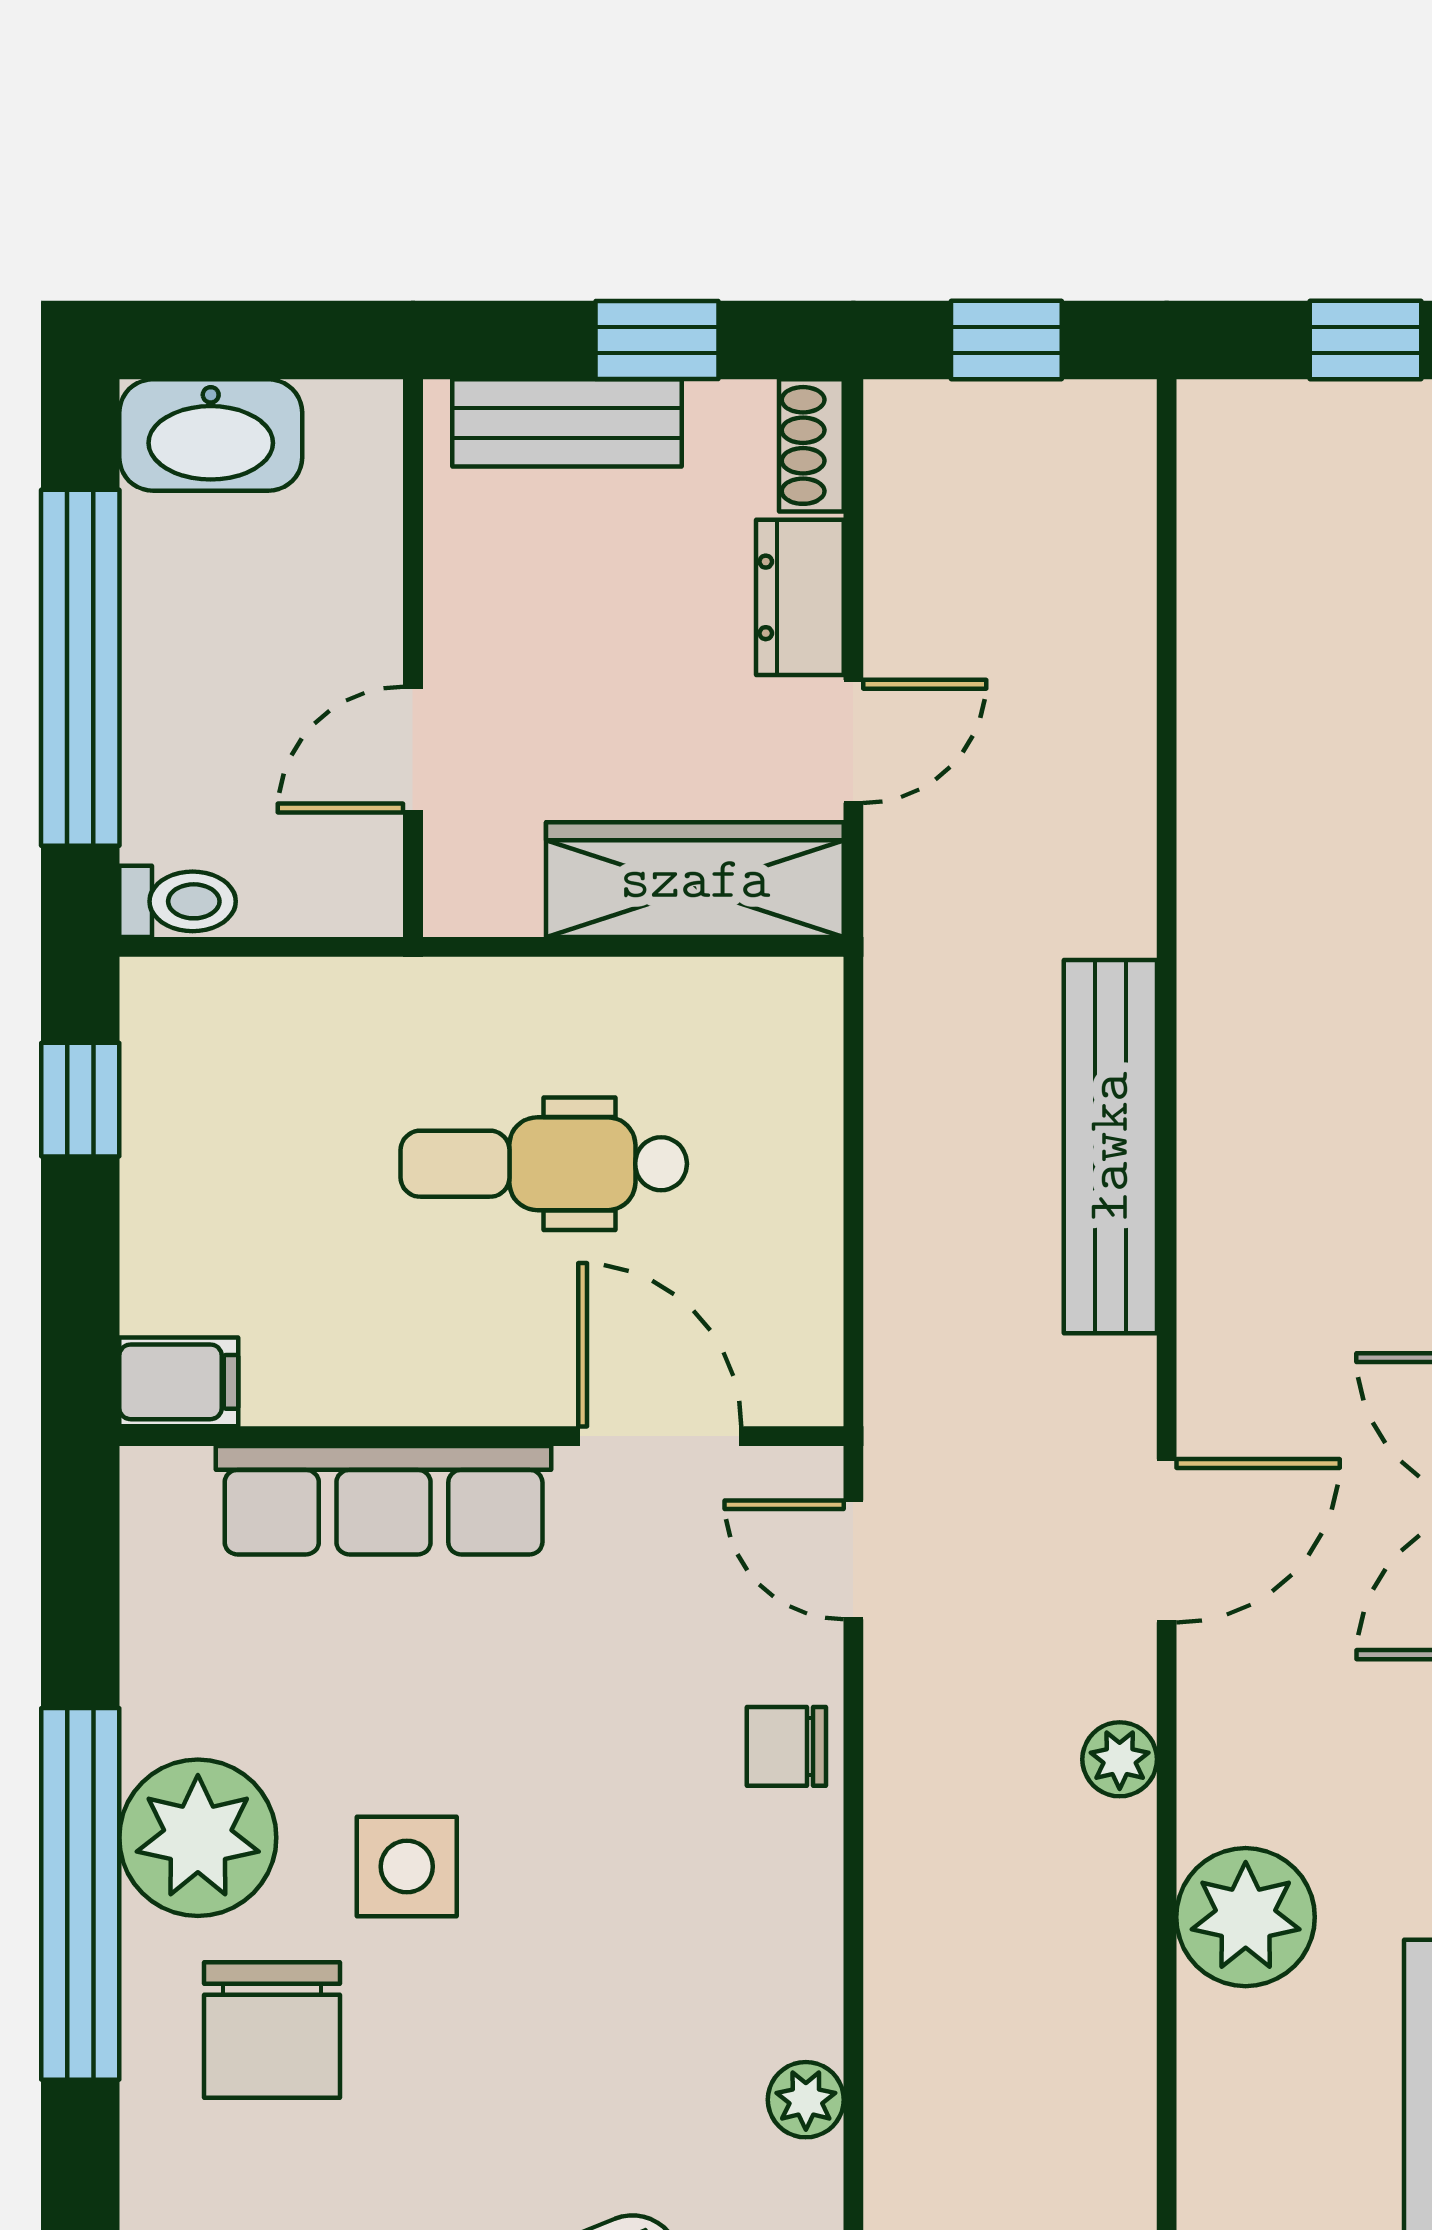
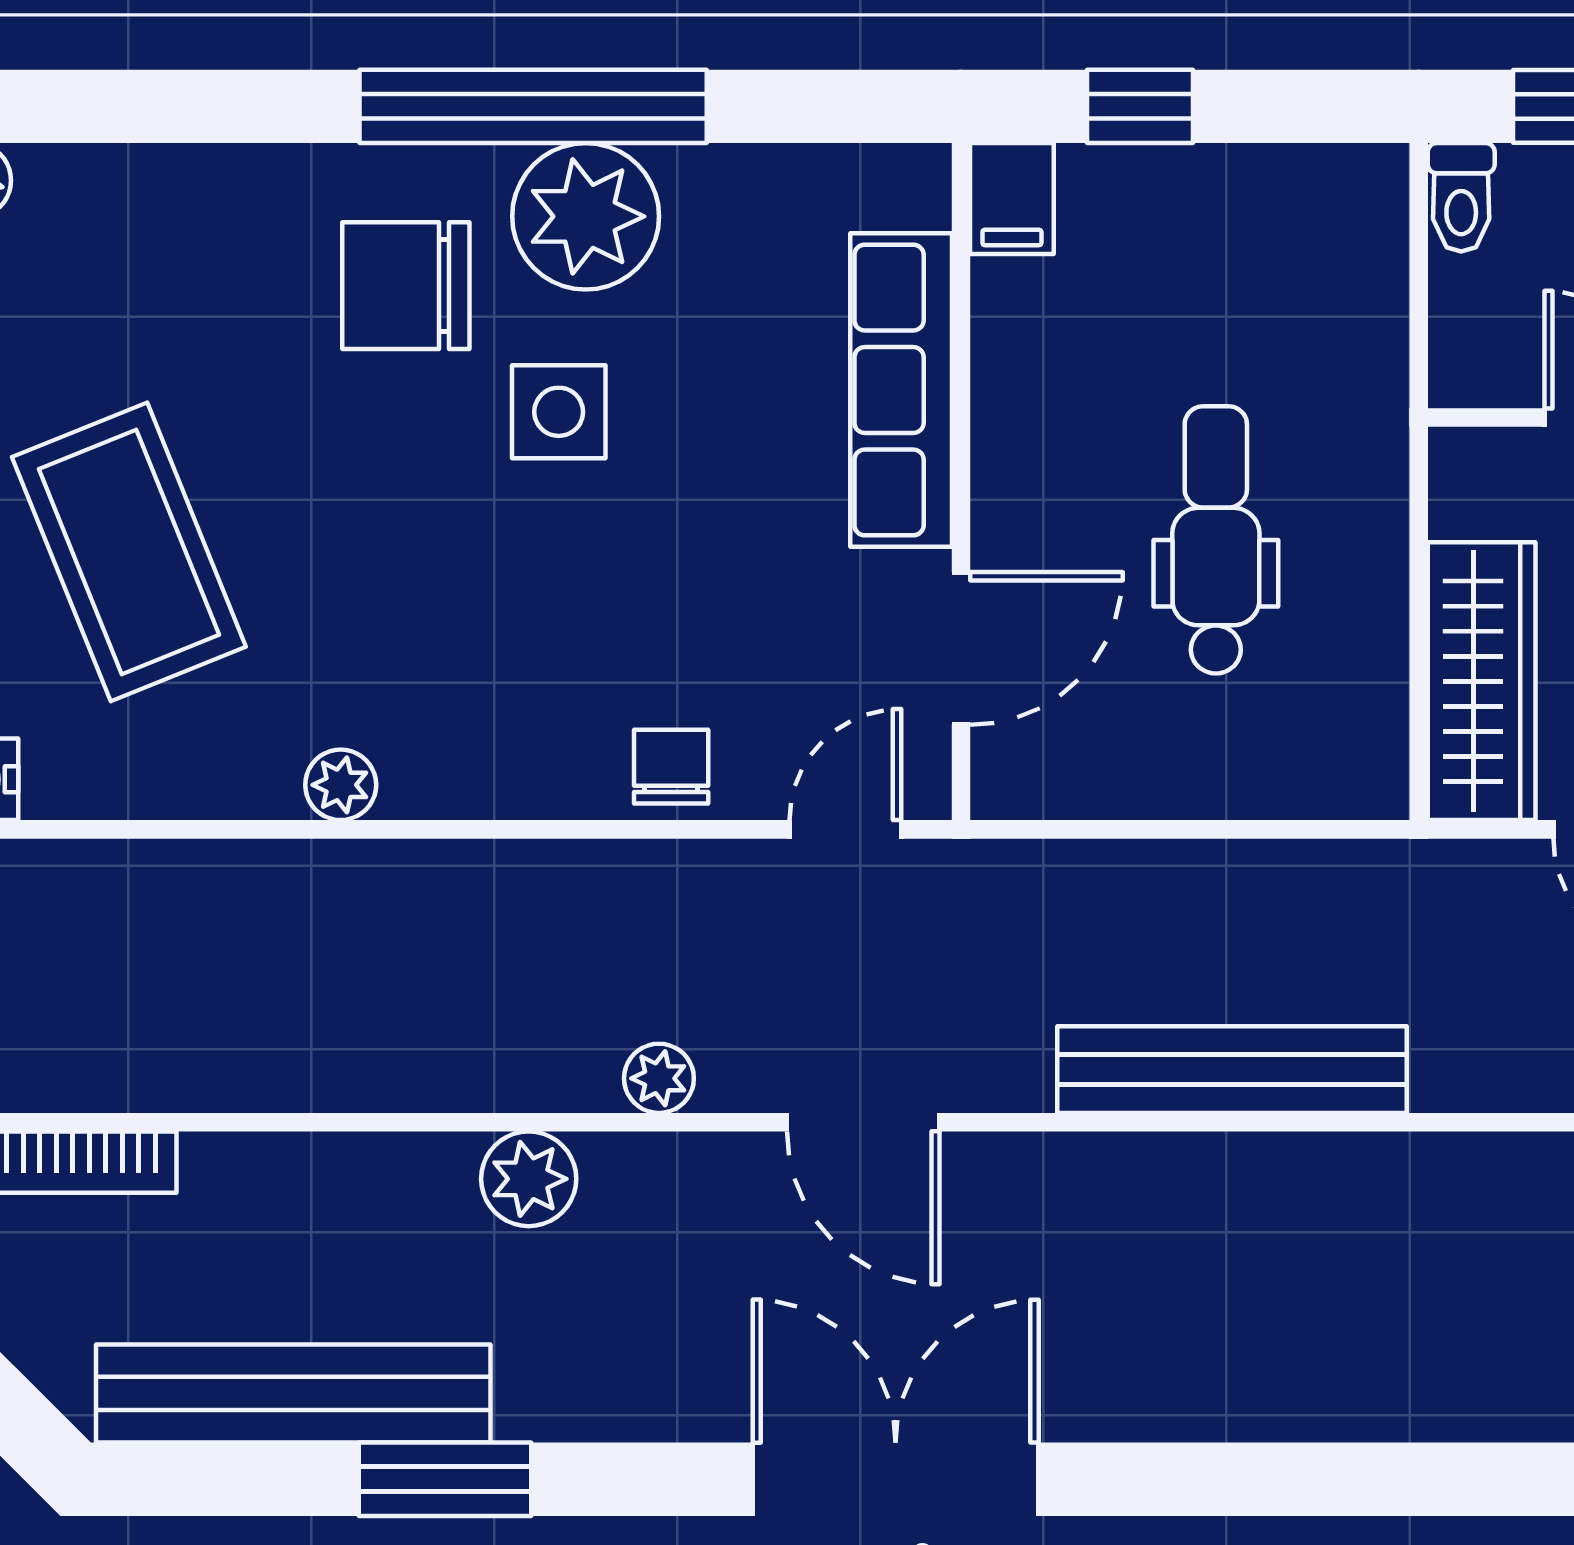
window: (80, 1100) -> (1140, 106), moved
plant: (1246, 1917) -> (529, 1179), width x0.73, depth x0.73

